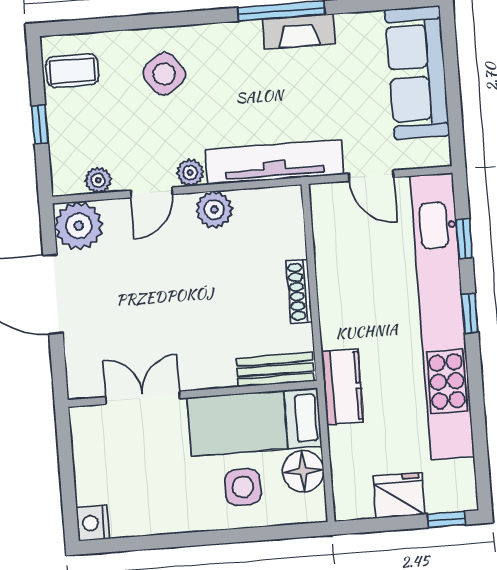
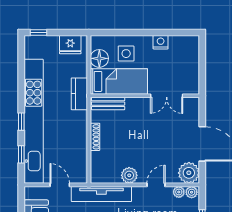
plant: (190, 173) -> (192, 192), moved
fridge: (399, 495) -> (70, 45), moved
nightstand: (93, 523) -> (161, 42), moved, turned -90

